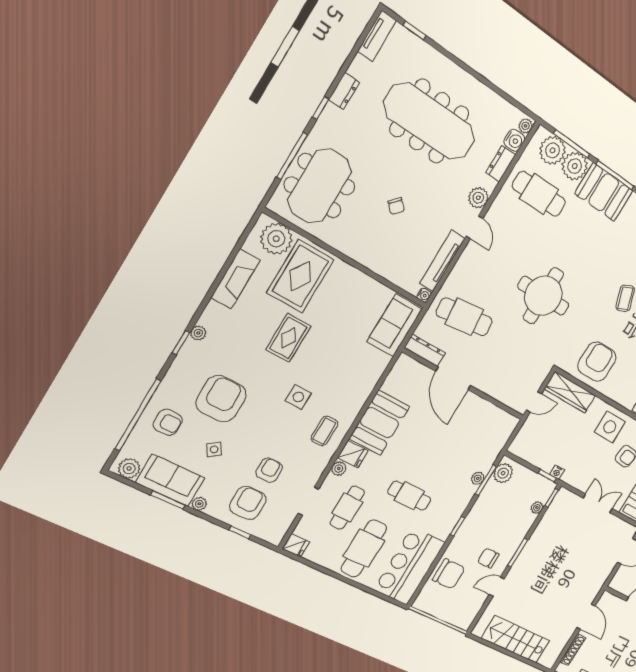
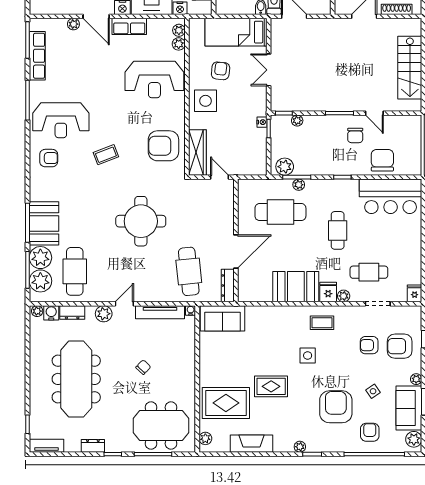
plant: (276, 239) -> (205, 438), width x0.53, depth x0.53
armchair: (221, 399) -> (336, 407), turned 90
cafe table: (364, 548) -> (280, 212), moved

